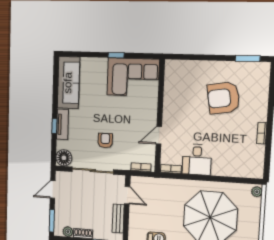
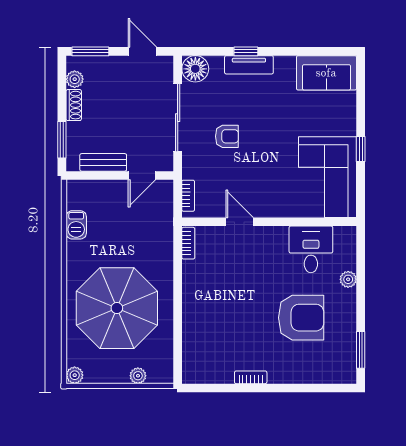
plant: (200, 66) -> (348, 279), added
sofa: (68, 83) -> (326, 73), width x0.73
armchair: (223, 98) -> (301, 318), turned 99
desk: (197, 160) -> (311, 249), moved, turned 90
plant: (257, 192) -> (138, 376), moved

